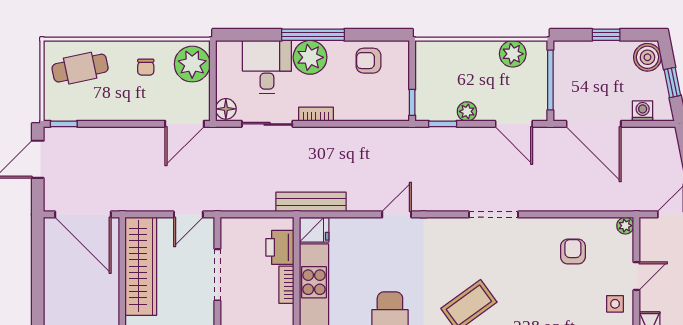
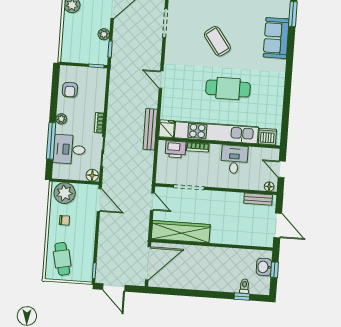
window: (313, 35) -> (51, 141), moved
plant: (310, 57) -> (61, 119), width x0.53, depth x0.53

